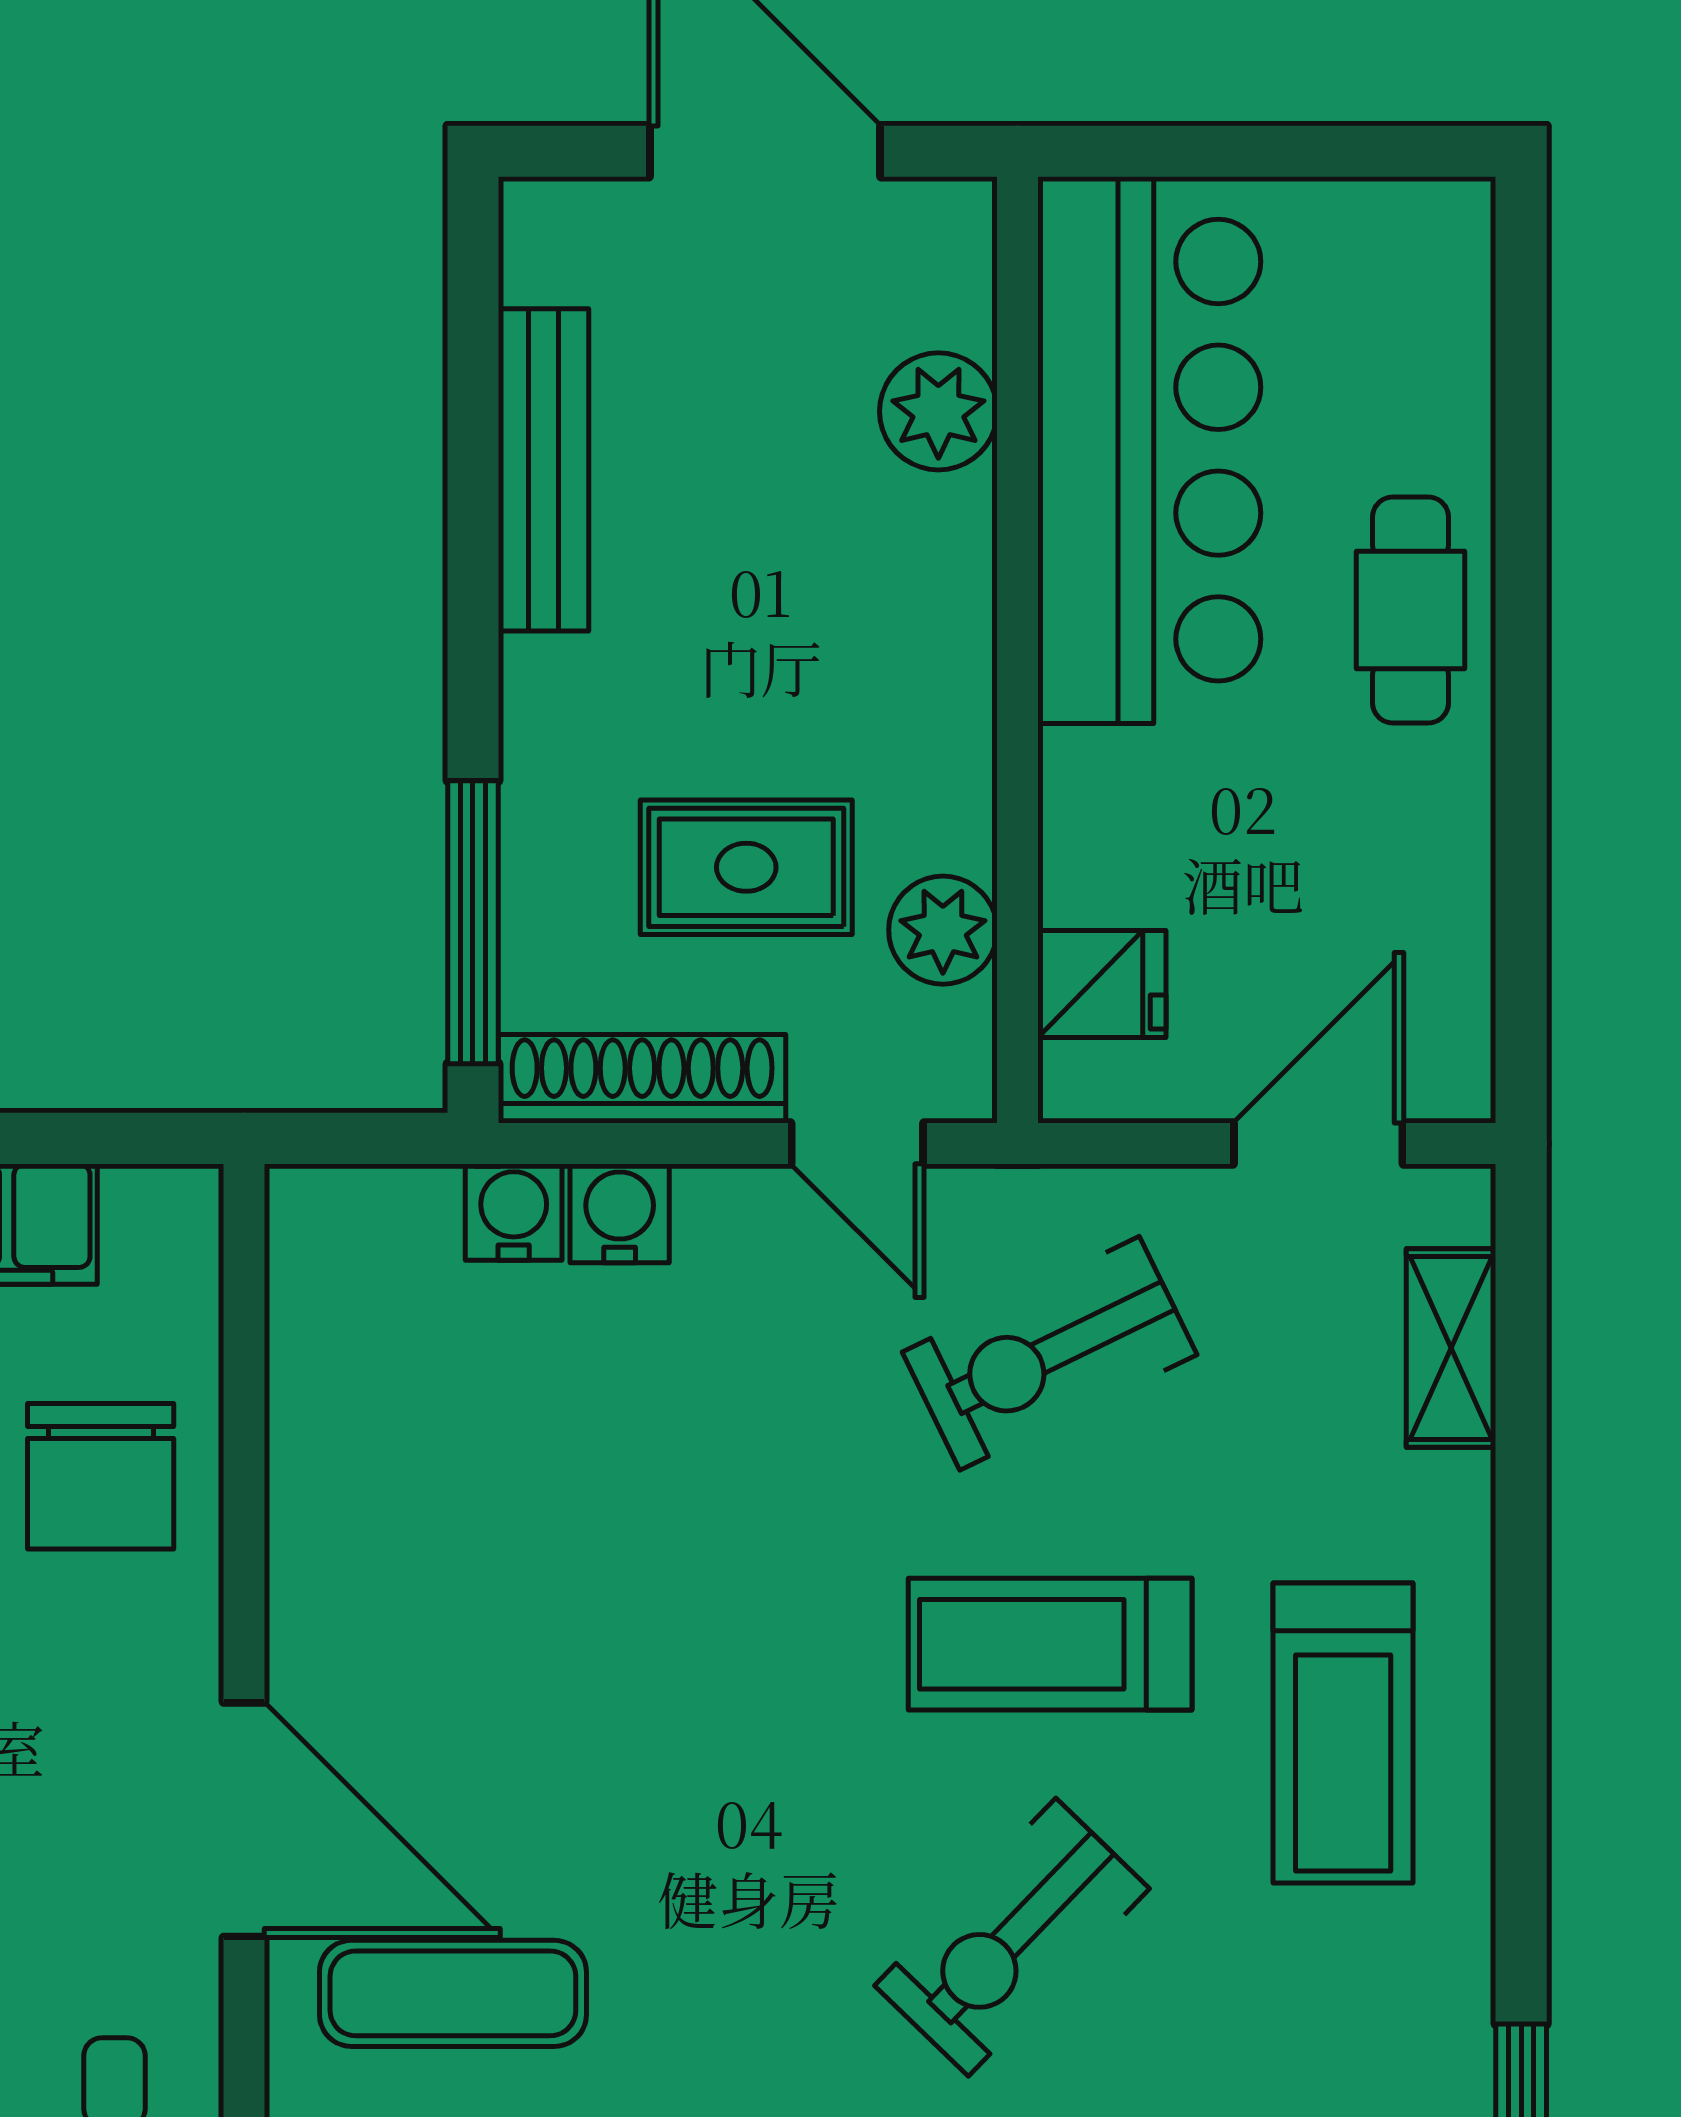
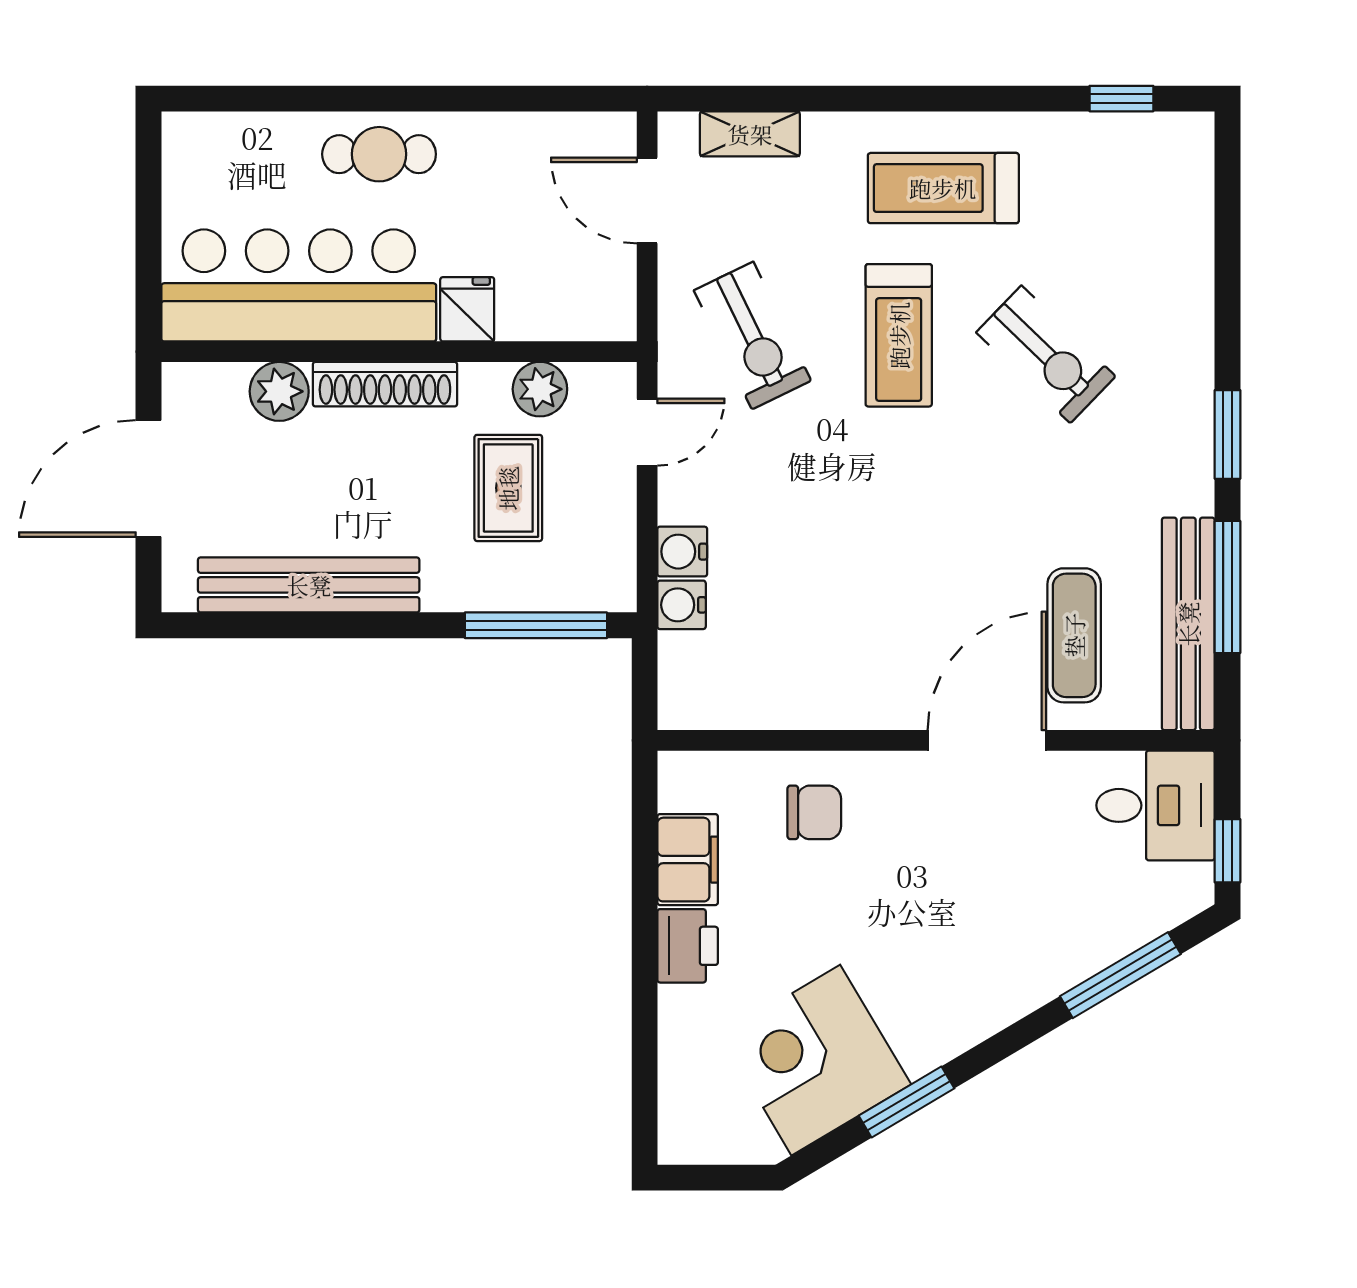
bench: (544, 470) -> (309, 585), width x1.37, depth x1.21
fridge: (1102, 984) -> (467, 309), moved
shoe rack: (642, 1079) -> (385, 384), moved, turned -90
chair: (101, 1476) -> (814, 812), width x0.73, depth x0.73
treadmill: (1343, 1733) -> (943, 188), turned 180

